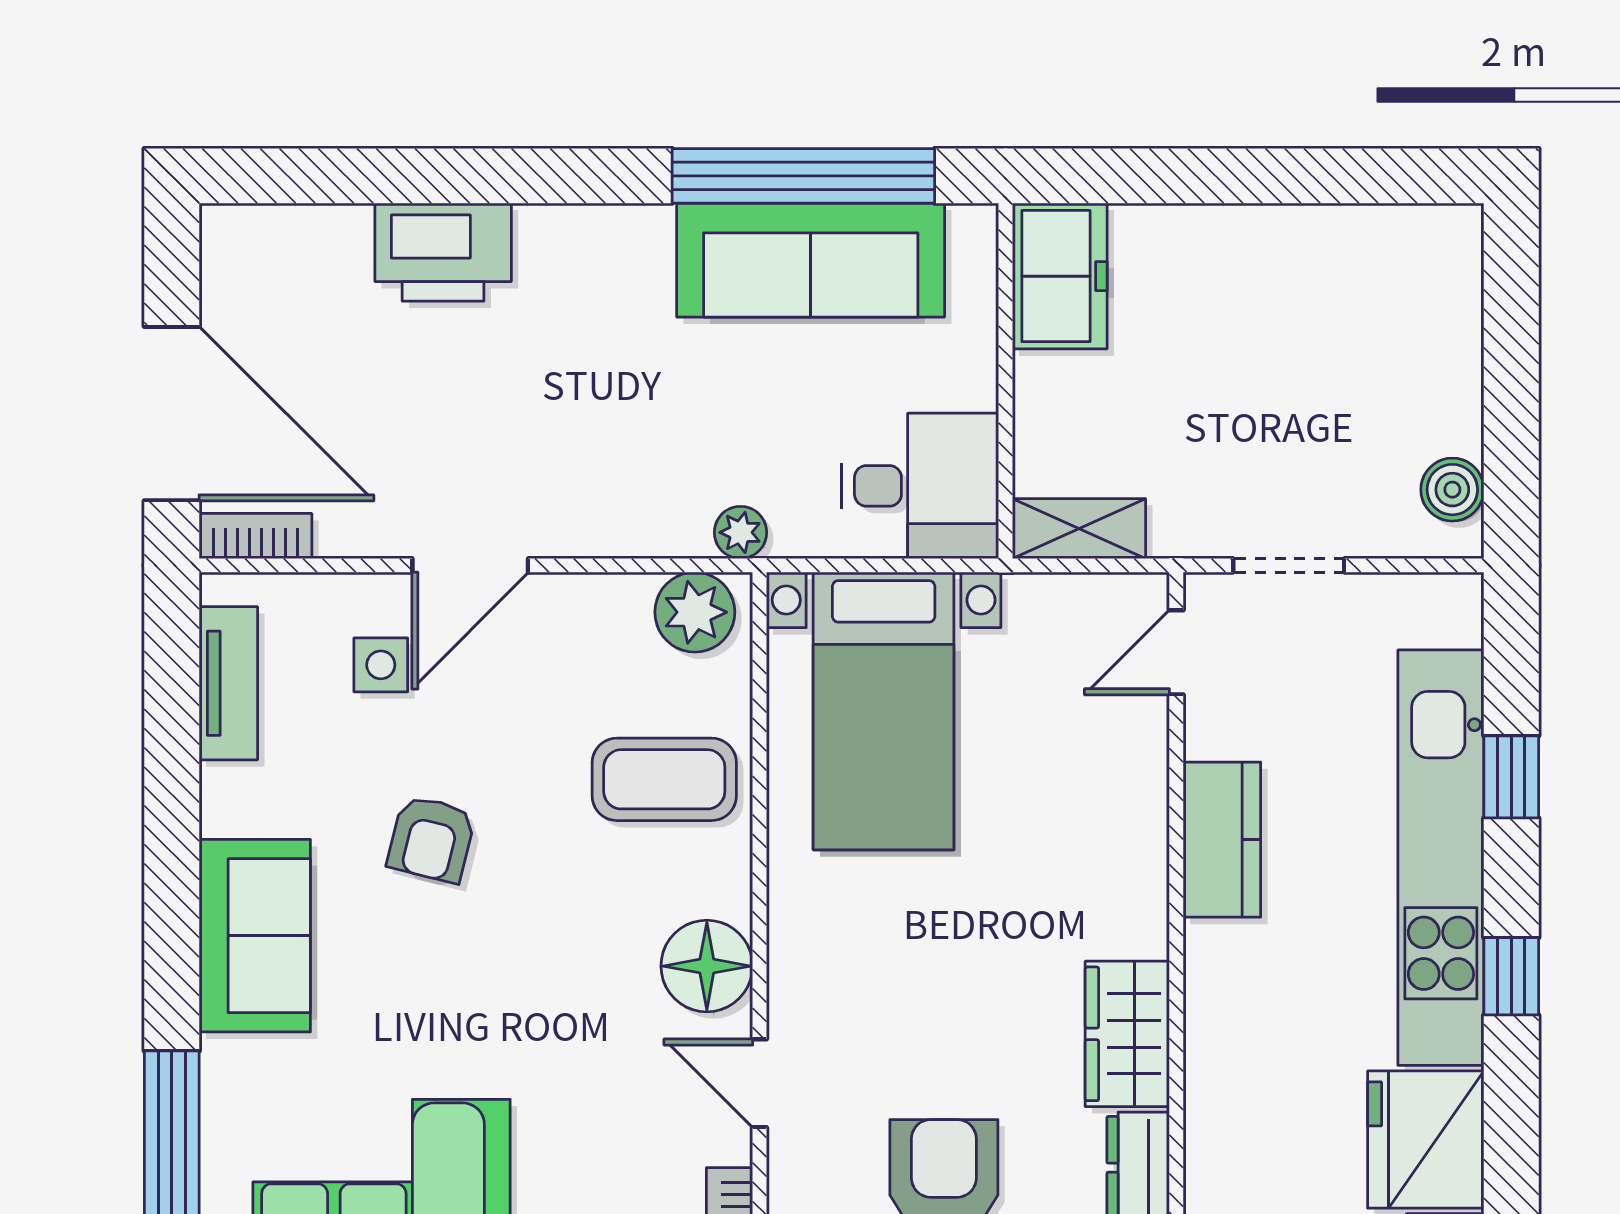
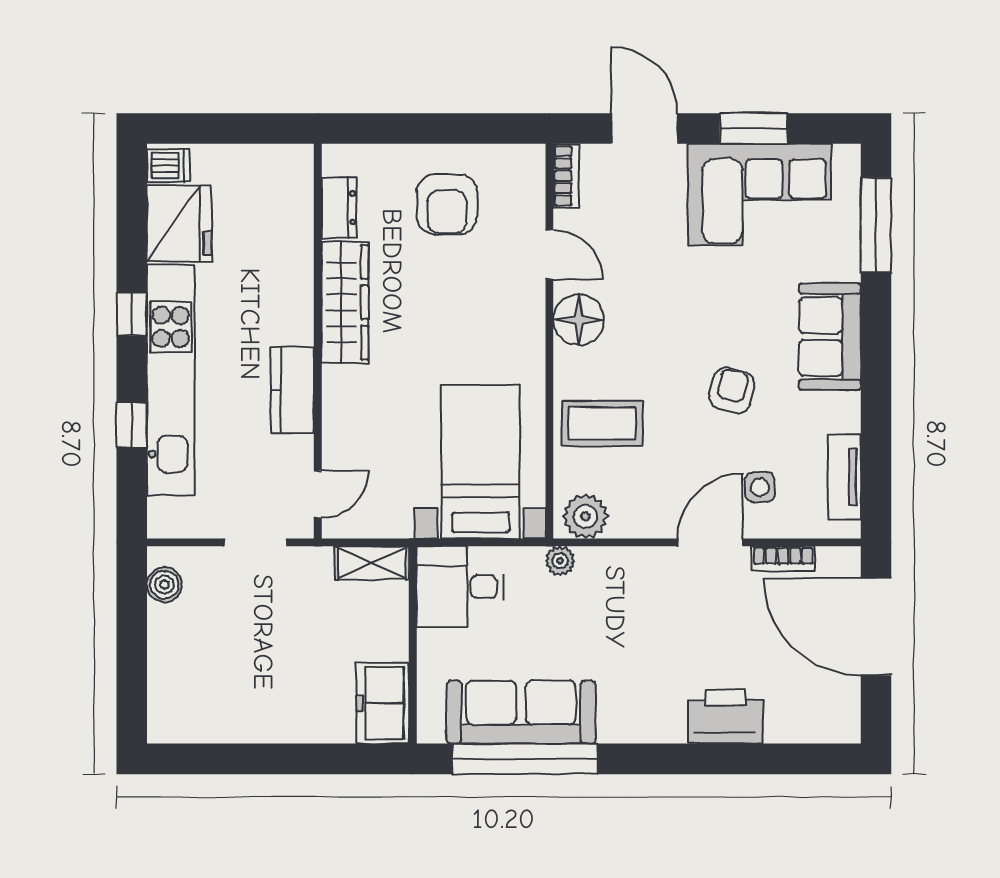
bookcase: (255, 536) -> (783, 559), moved
wardrobe: (1127, 1034) -> (345, 302), width x1.50

